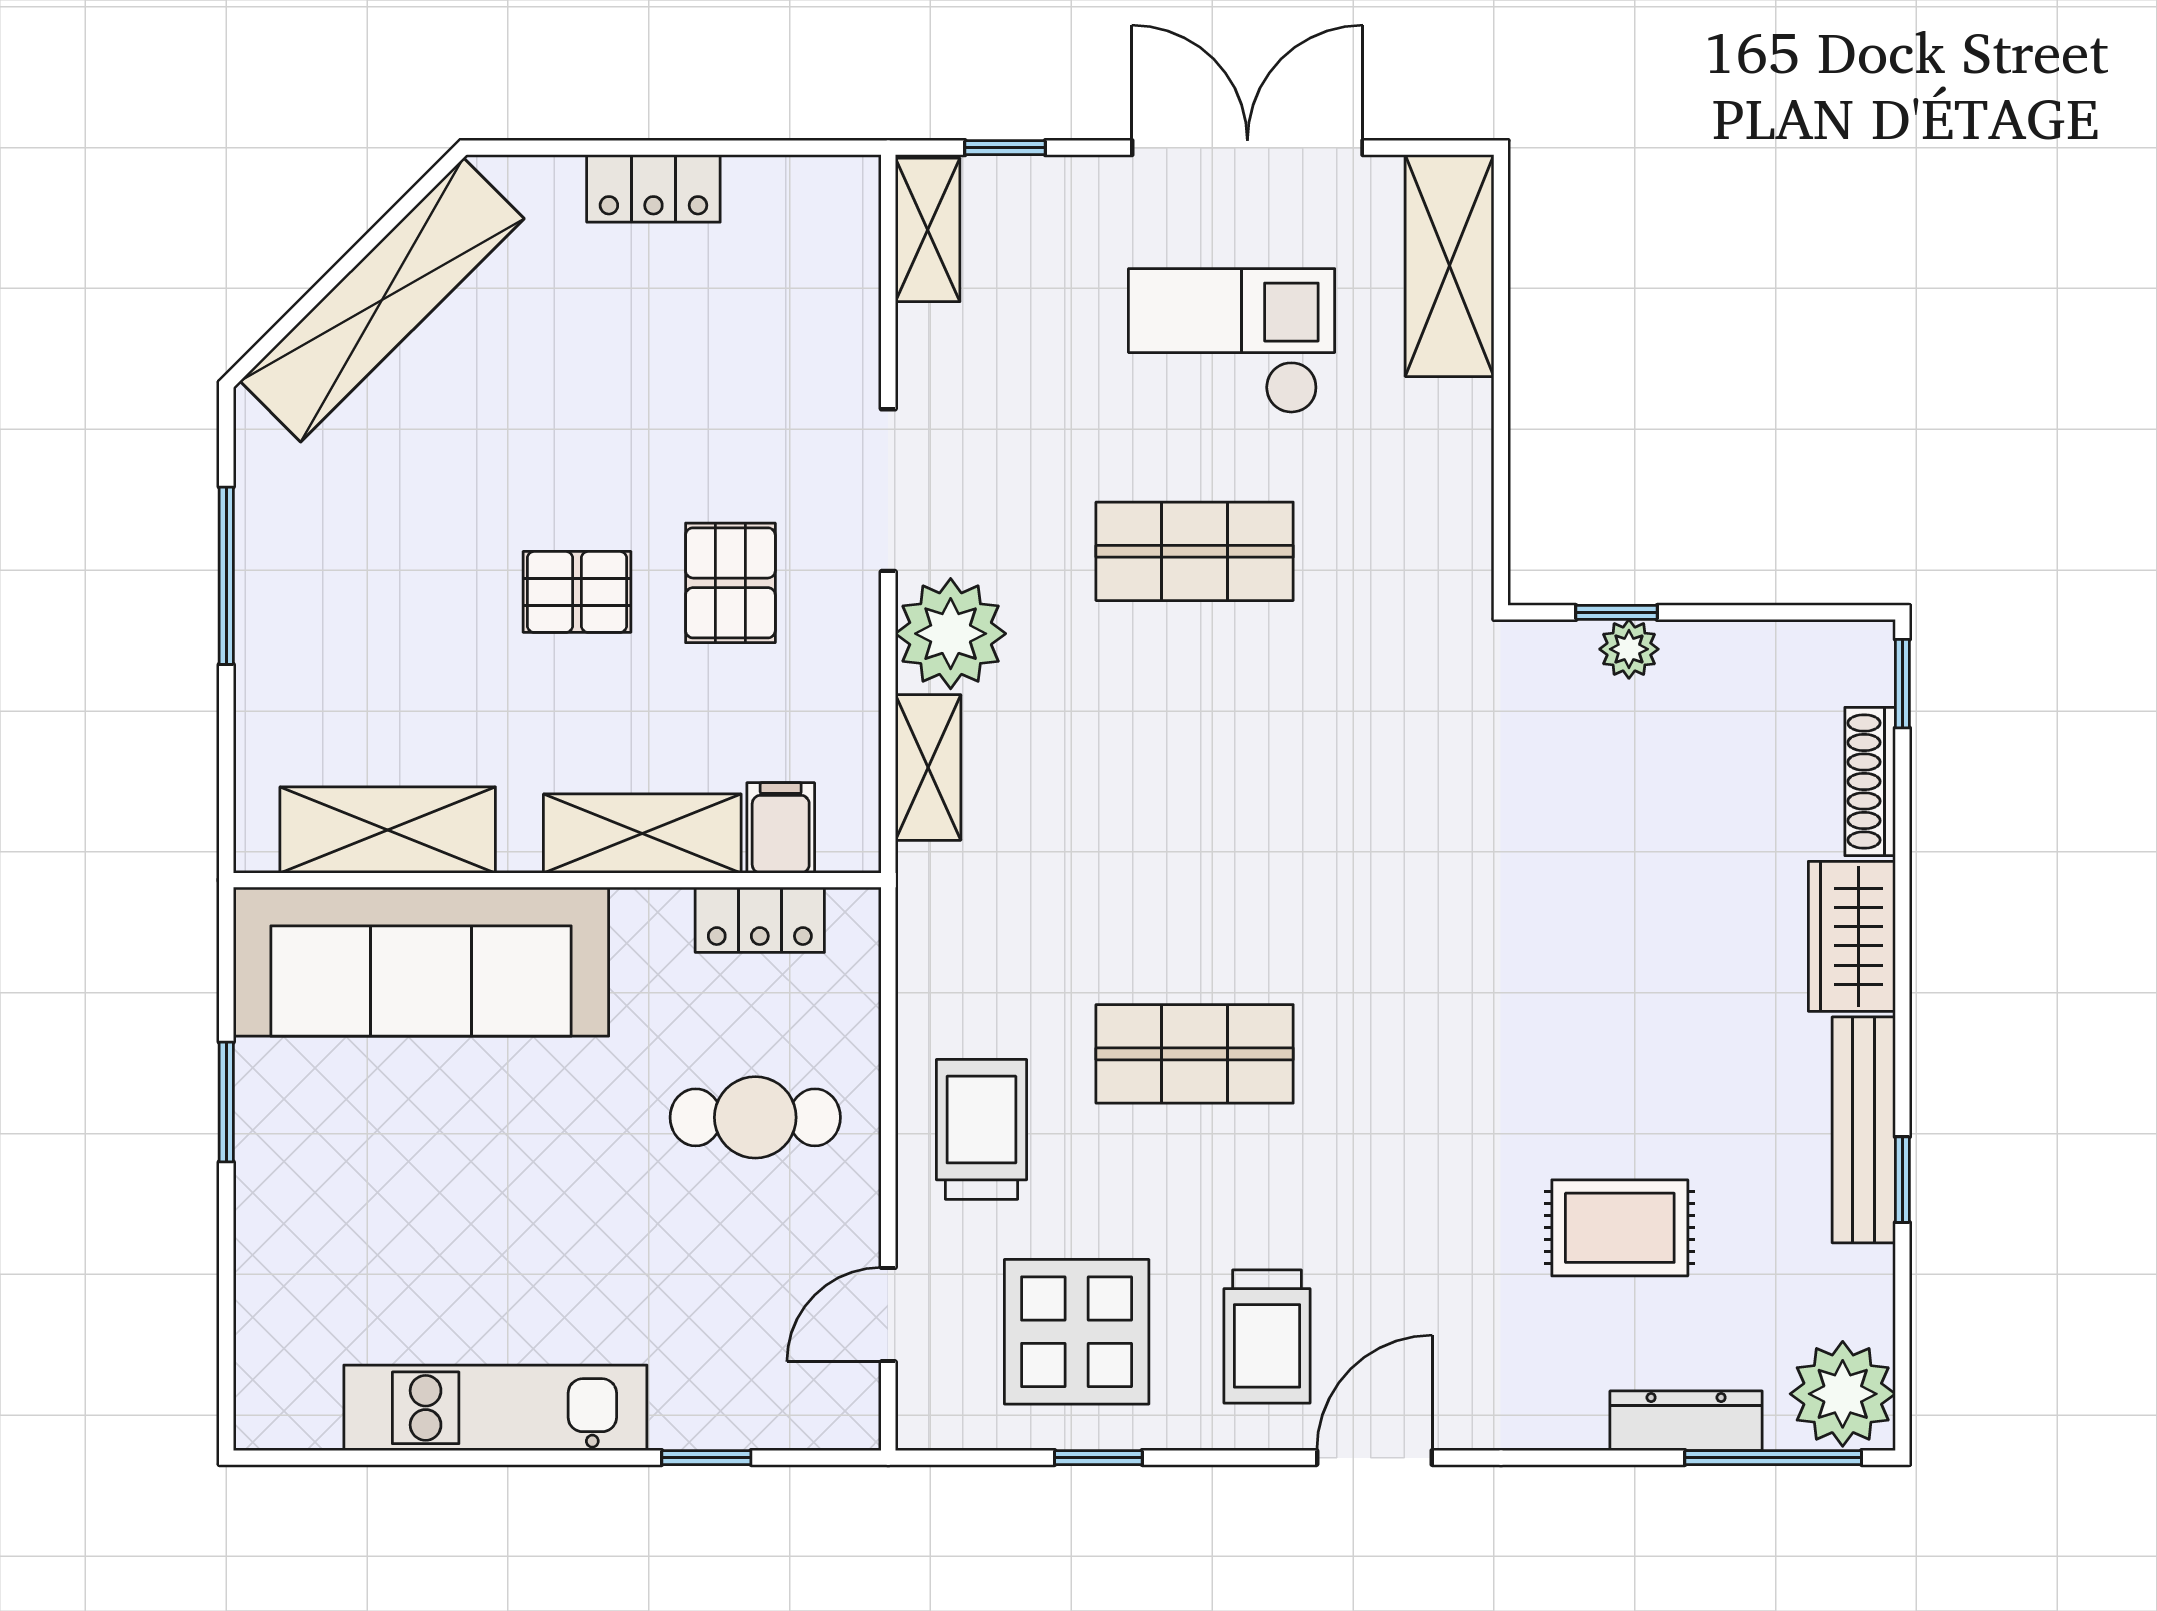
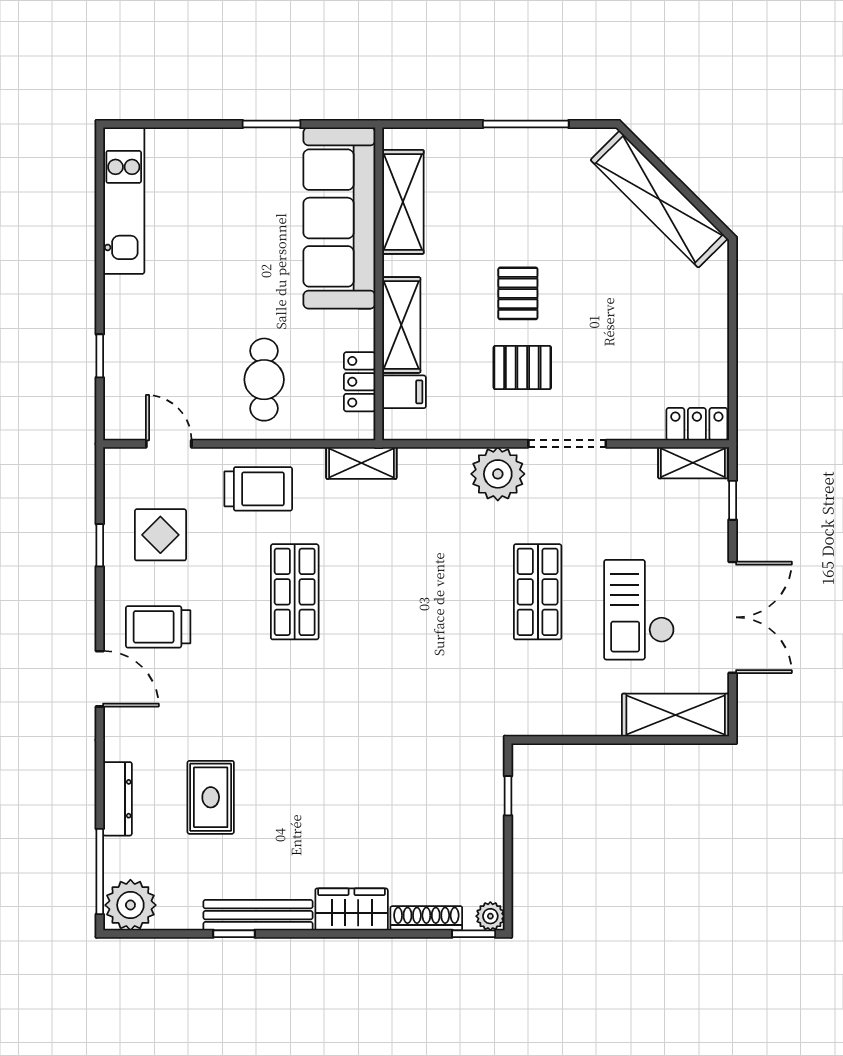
locker: (653, 188) -> (697, 424), moved, turned 90
checkout: (1232, 341) -> (639, 610), turned 180
plant: (1629, 649) -> (490, 916), moved
shelving: (928, 767) -> (361, 463), moved
display table: (1077, 1332) -> (160, 535), width x0.73, depth x0.73
kitchen unit: (495, 1408) -> (124, 201), moved
dresser: (1686, 1421) -> (117, 799), moved

